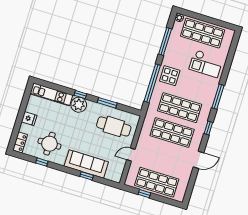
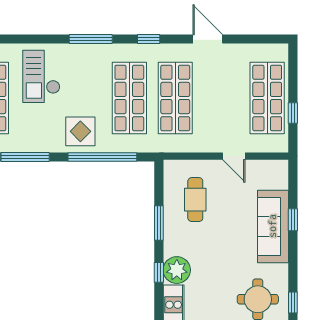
checkout: (206, 64) -> (41, 76), turned 180
cafe table: (114, 126) -> (195, 200), width x0.73, depth x0.74

